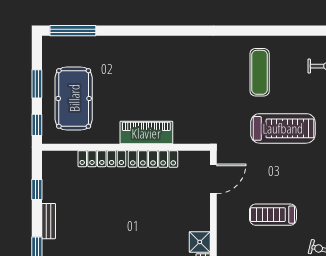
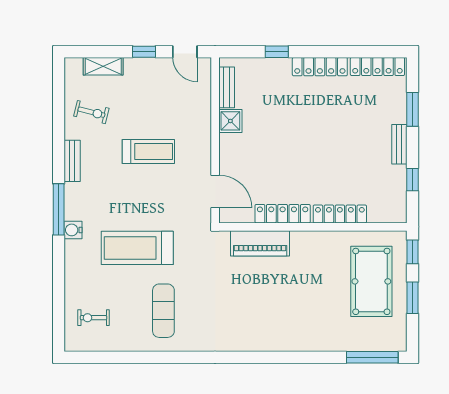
piano: (146, 133) -> (260, 243), moved
door: (213, 179) -> (215, 191), swing flipped

